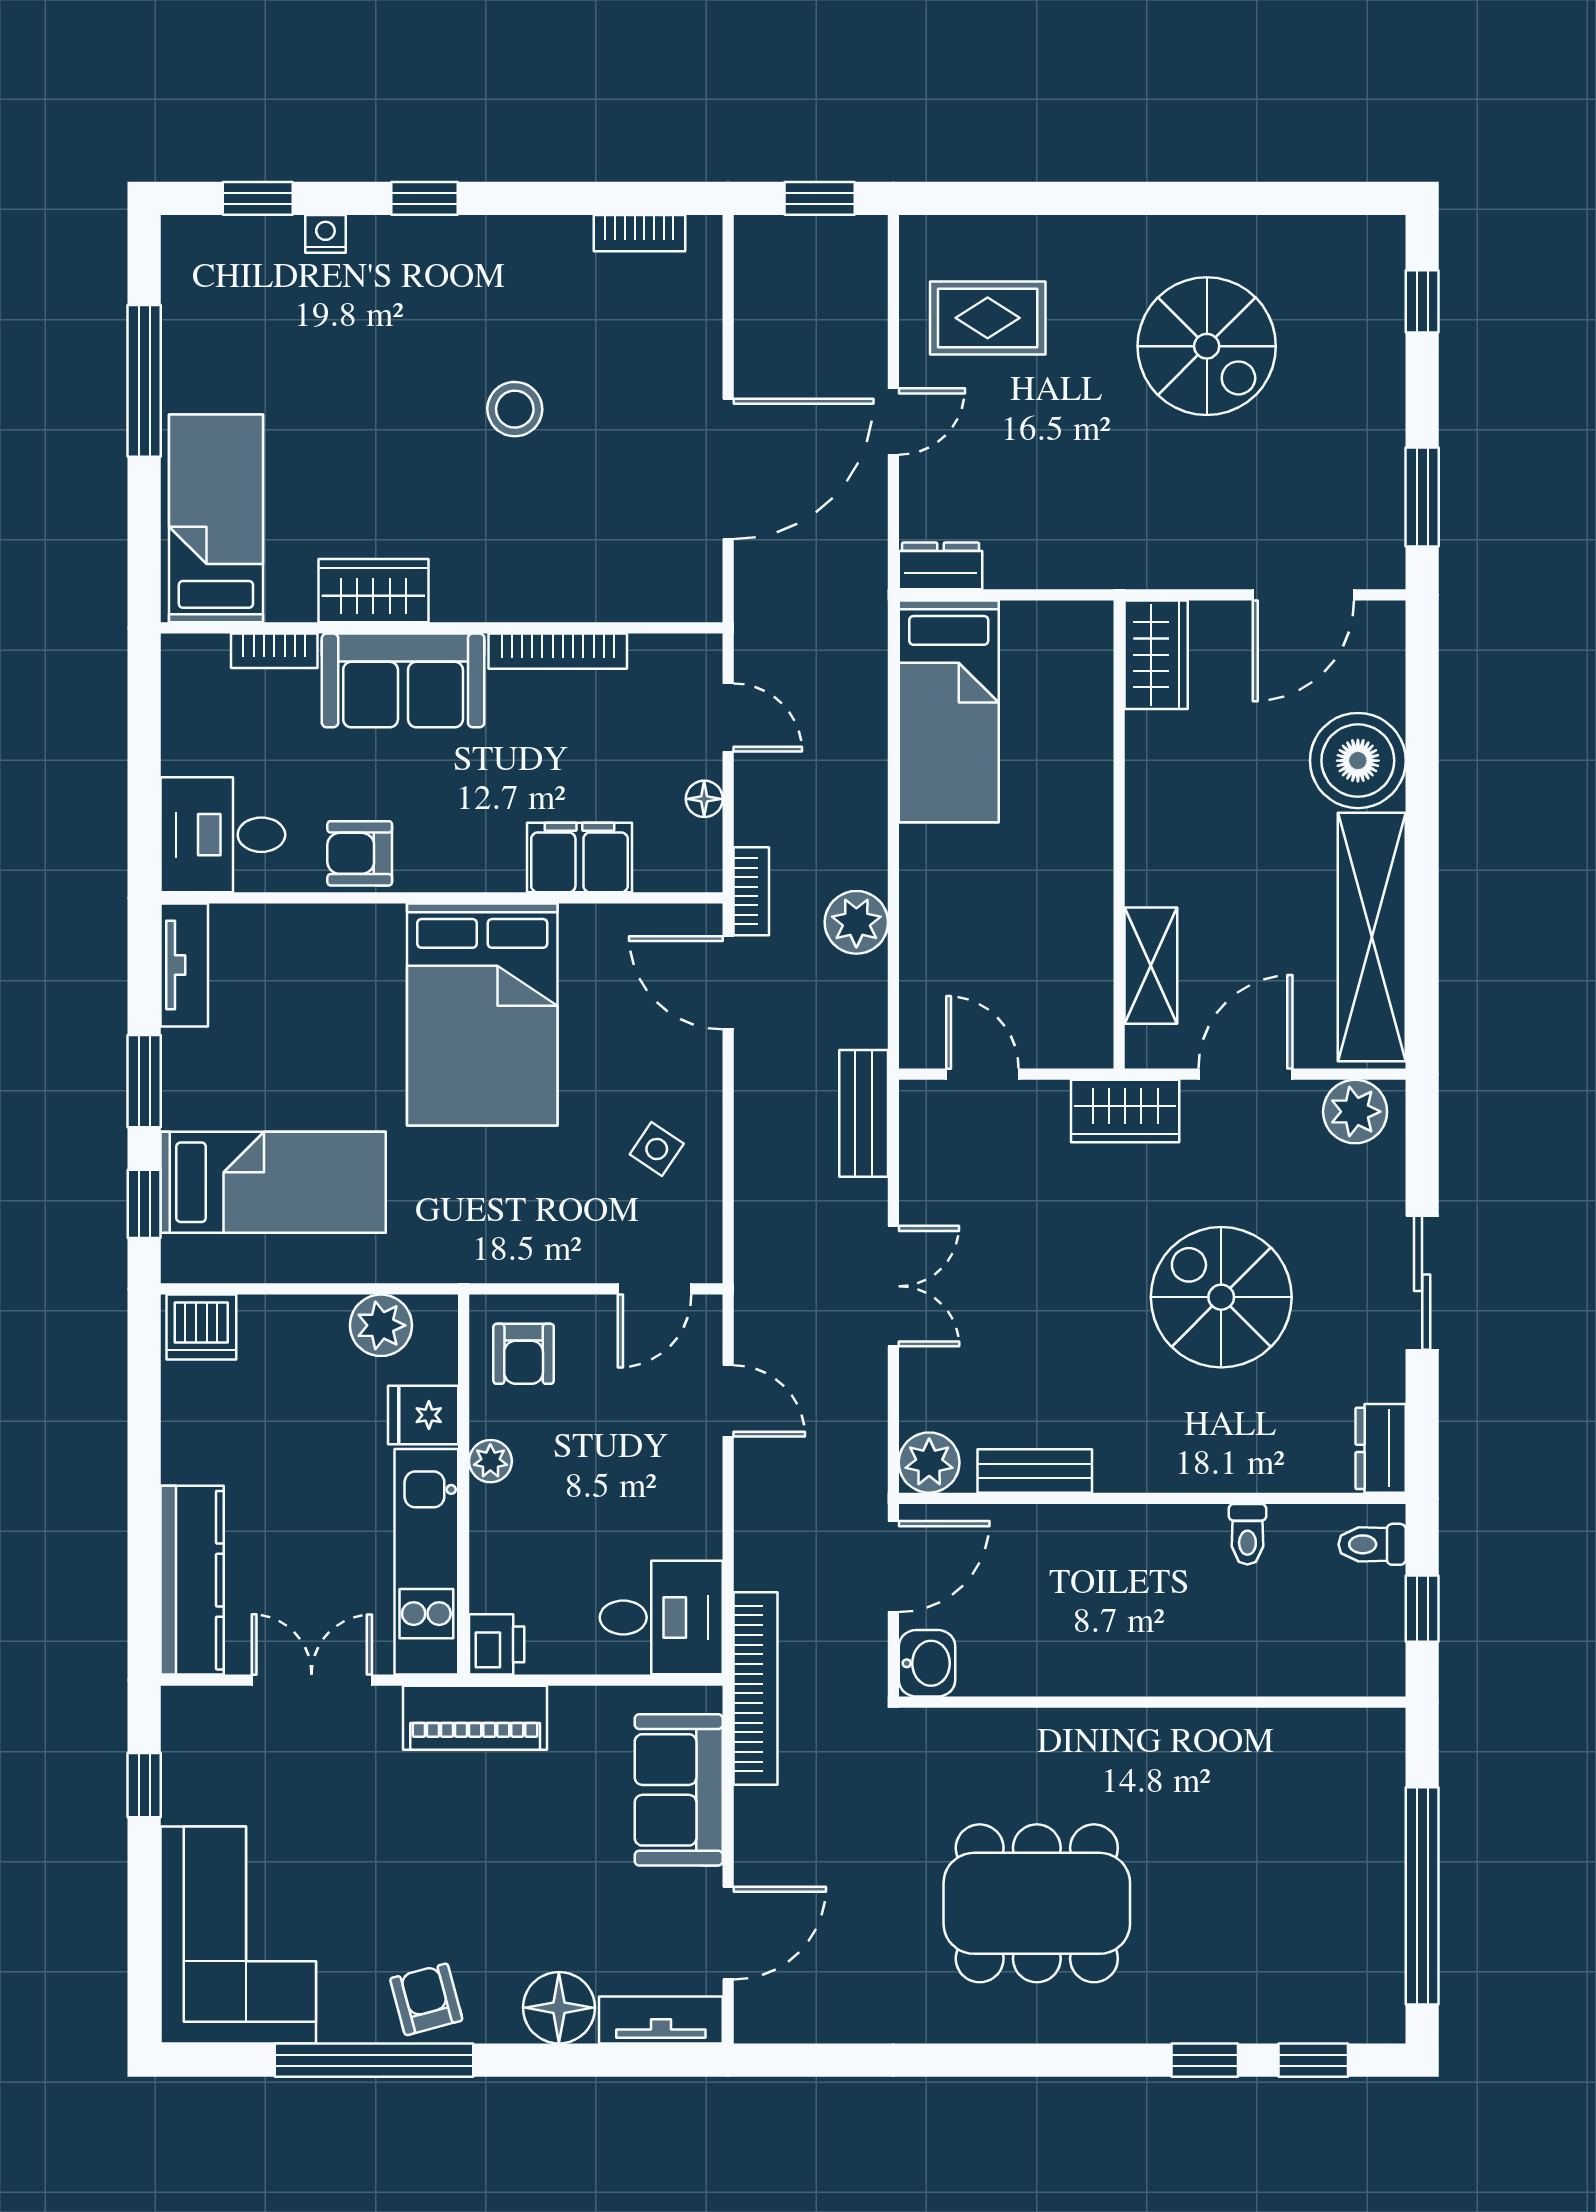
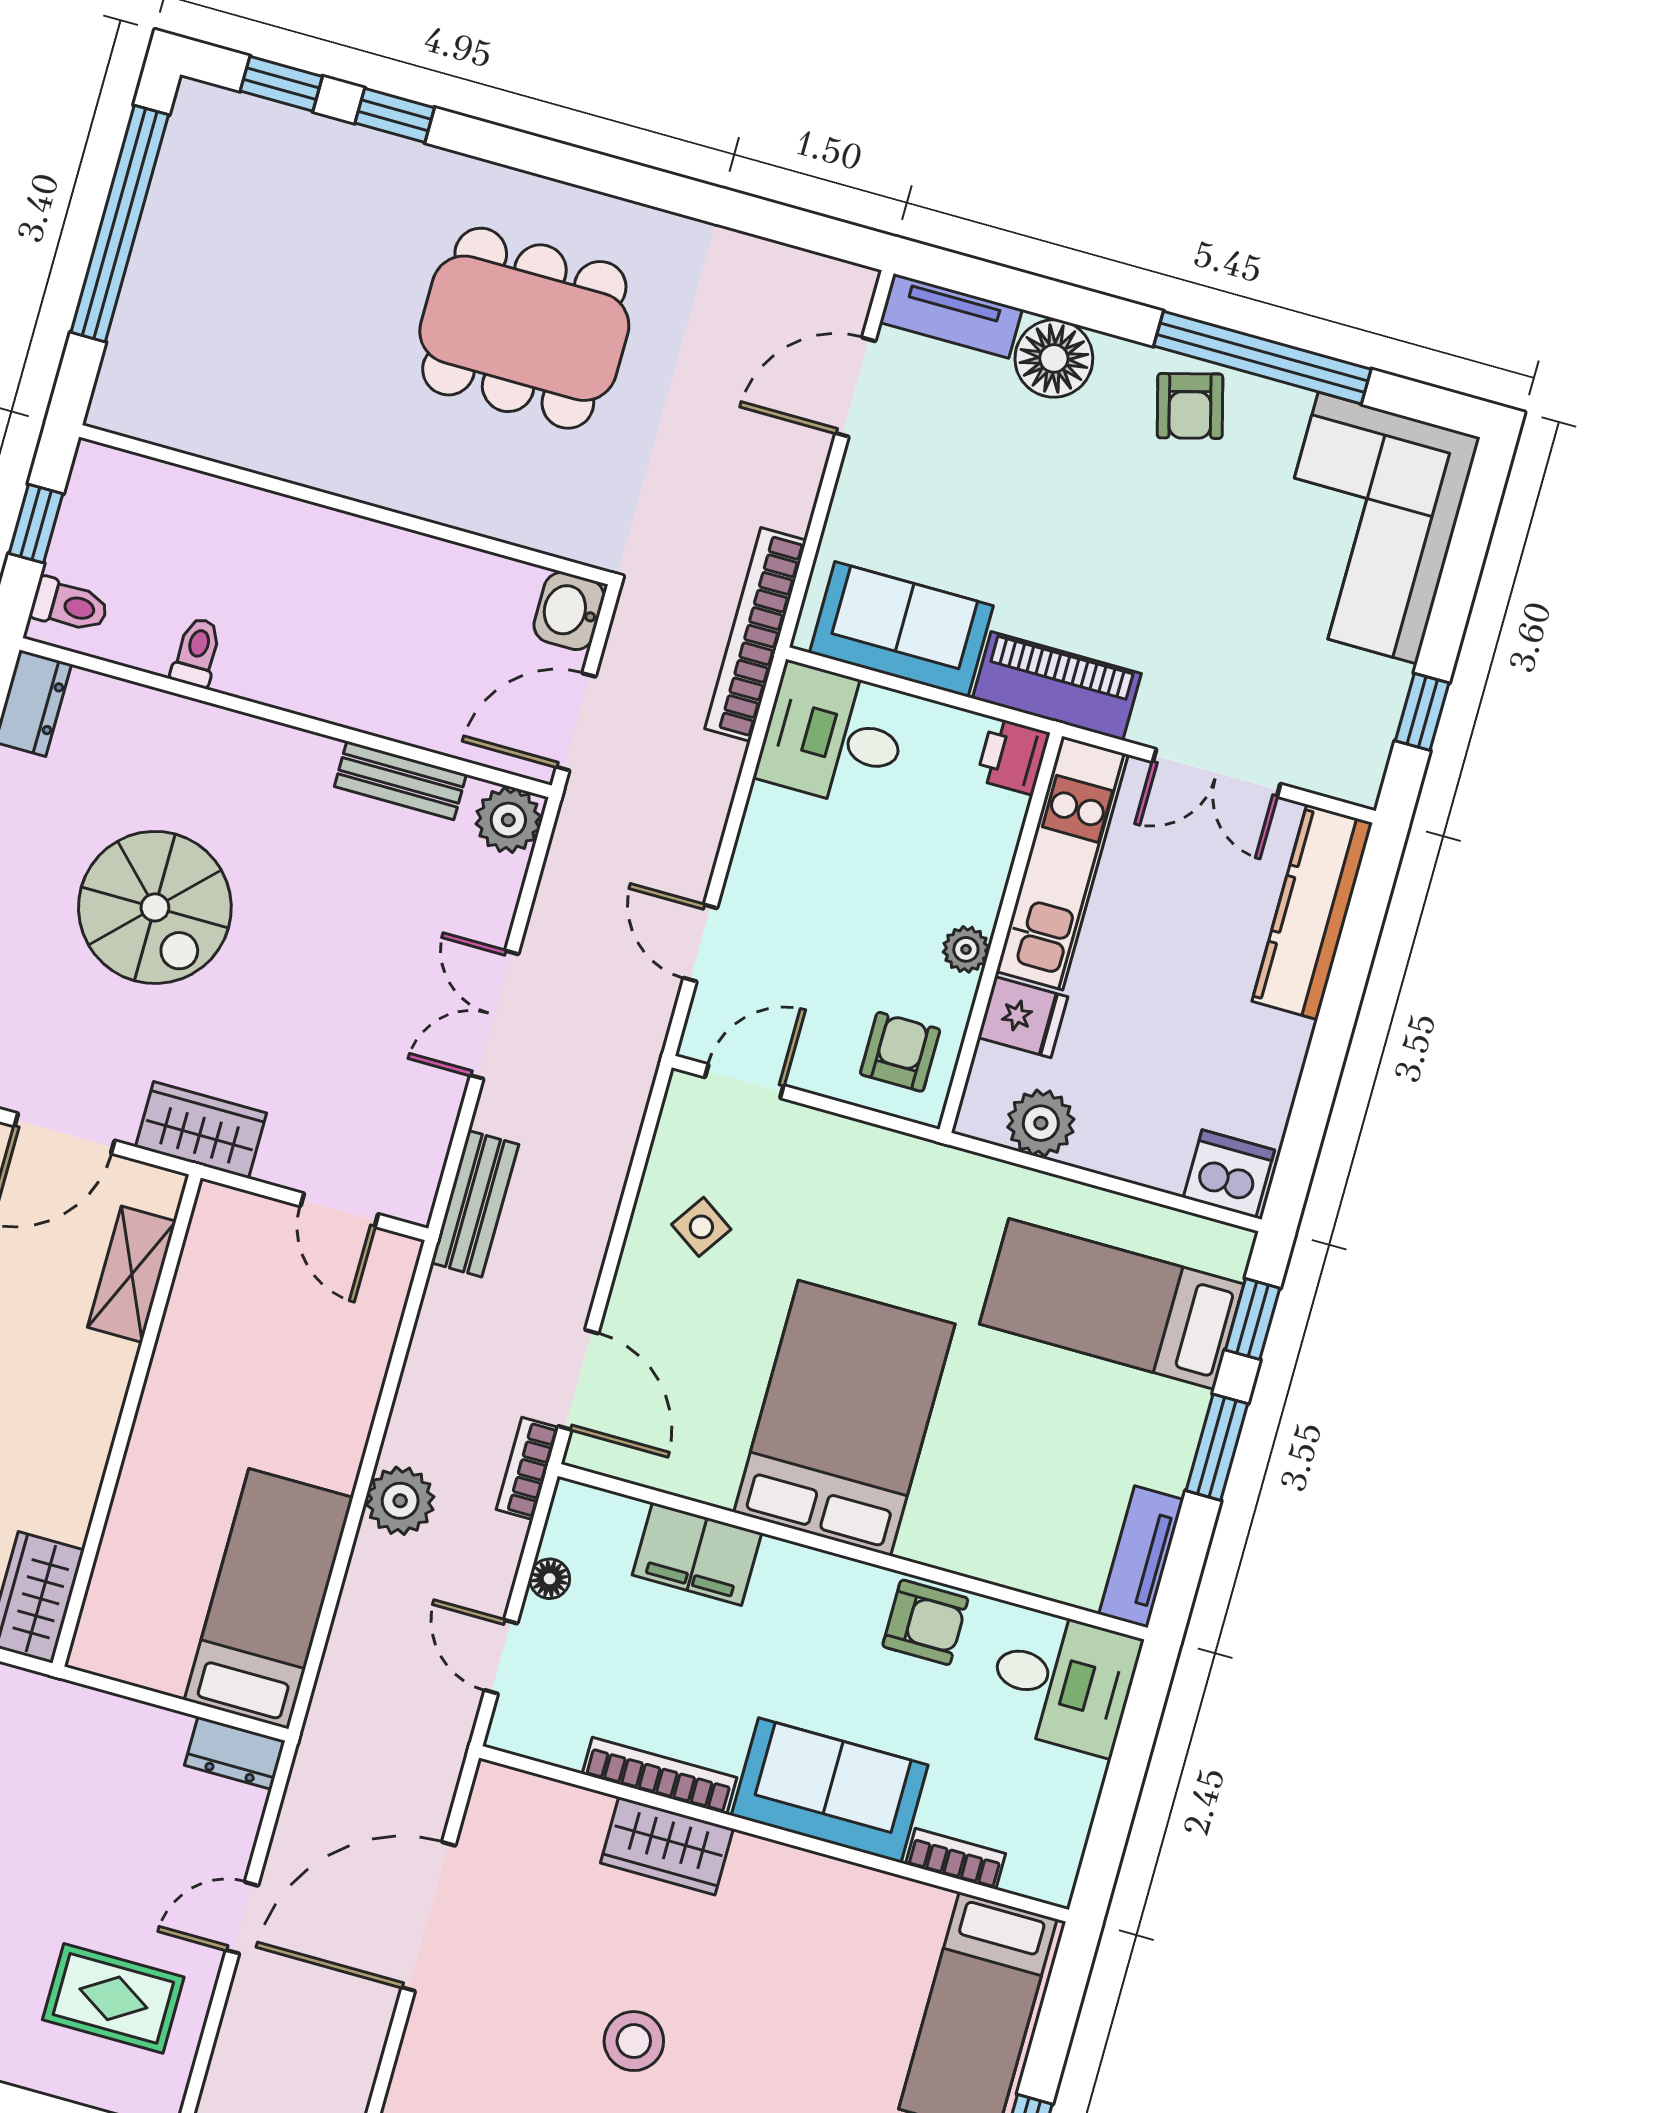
wardrobe: (373, 591) -> (667, 1846), moved
plant: (856, 922) -> (400, 1501), moved
sofa: (679, 1790) -> (901, 629), moved, turned -90

